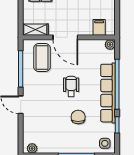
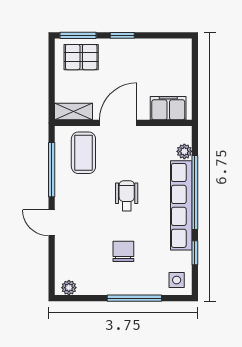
filing cabinet: (99, 27) -> (168, 108), width x2.00
door: (65, 37) -> (118, 123), swing flipped
plant: (110, 45) -> (184, 151), moved
chair: (78, 117) -> (123, 251), moved

